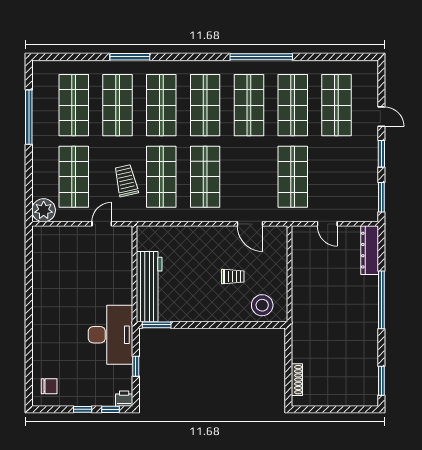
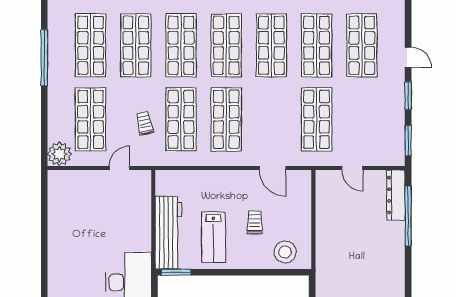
trolley: (126, 181) -> (145, 123), width x0.73, depth x0.72
trolley: (233, 277) -> (255, 222), turned -90
lab bench: (193, 291) -> (213, 237), added
window: (381, 300) -> (408, 216), moved

